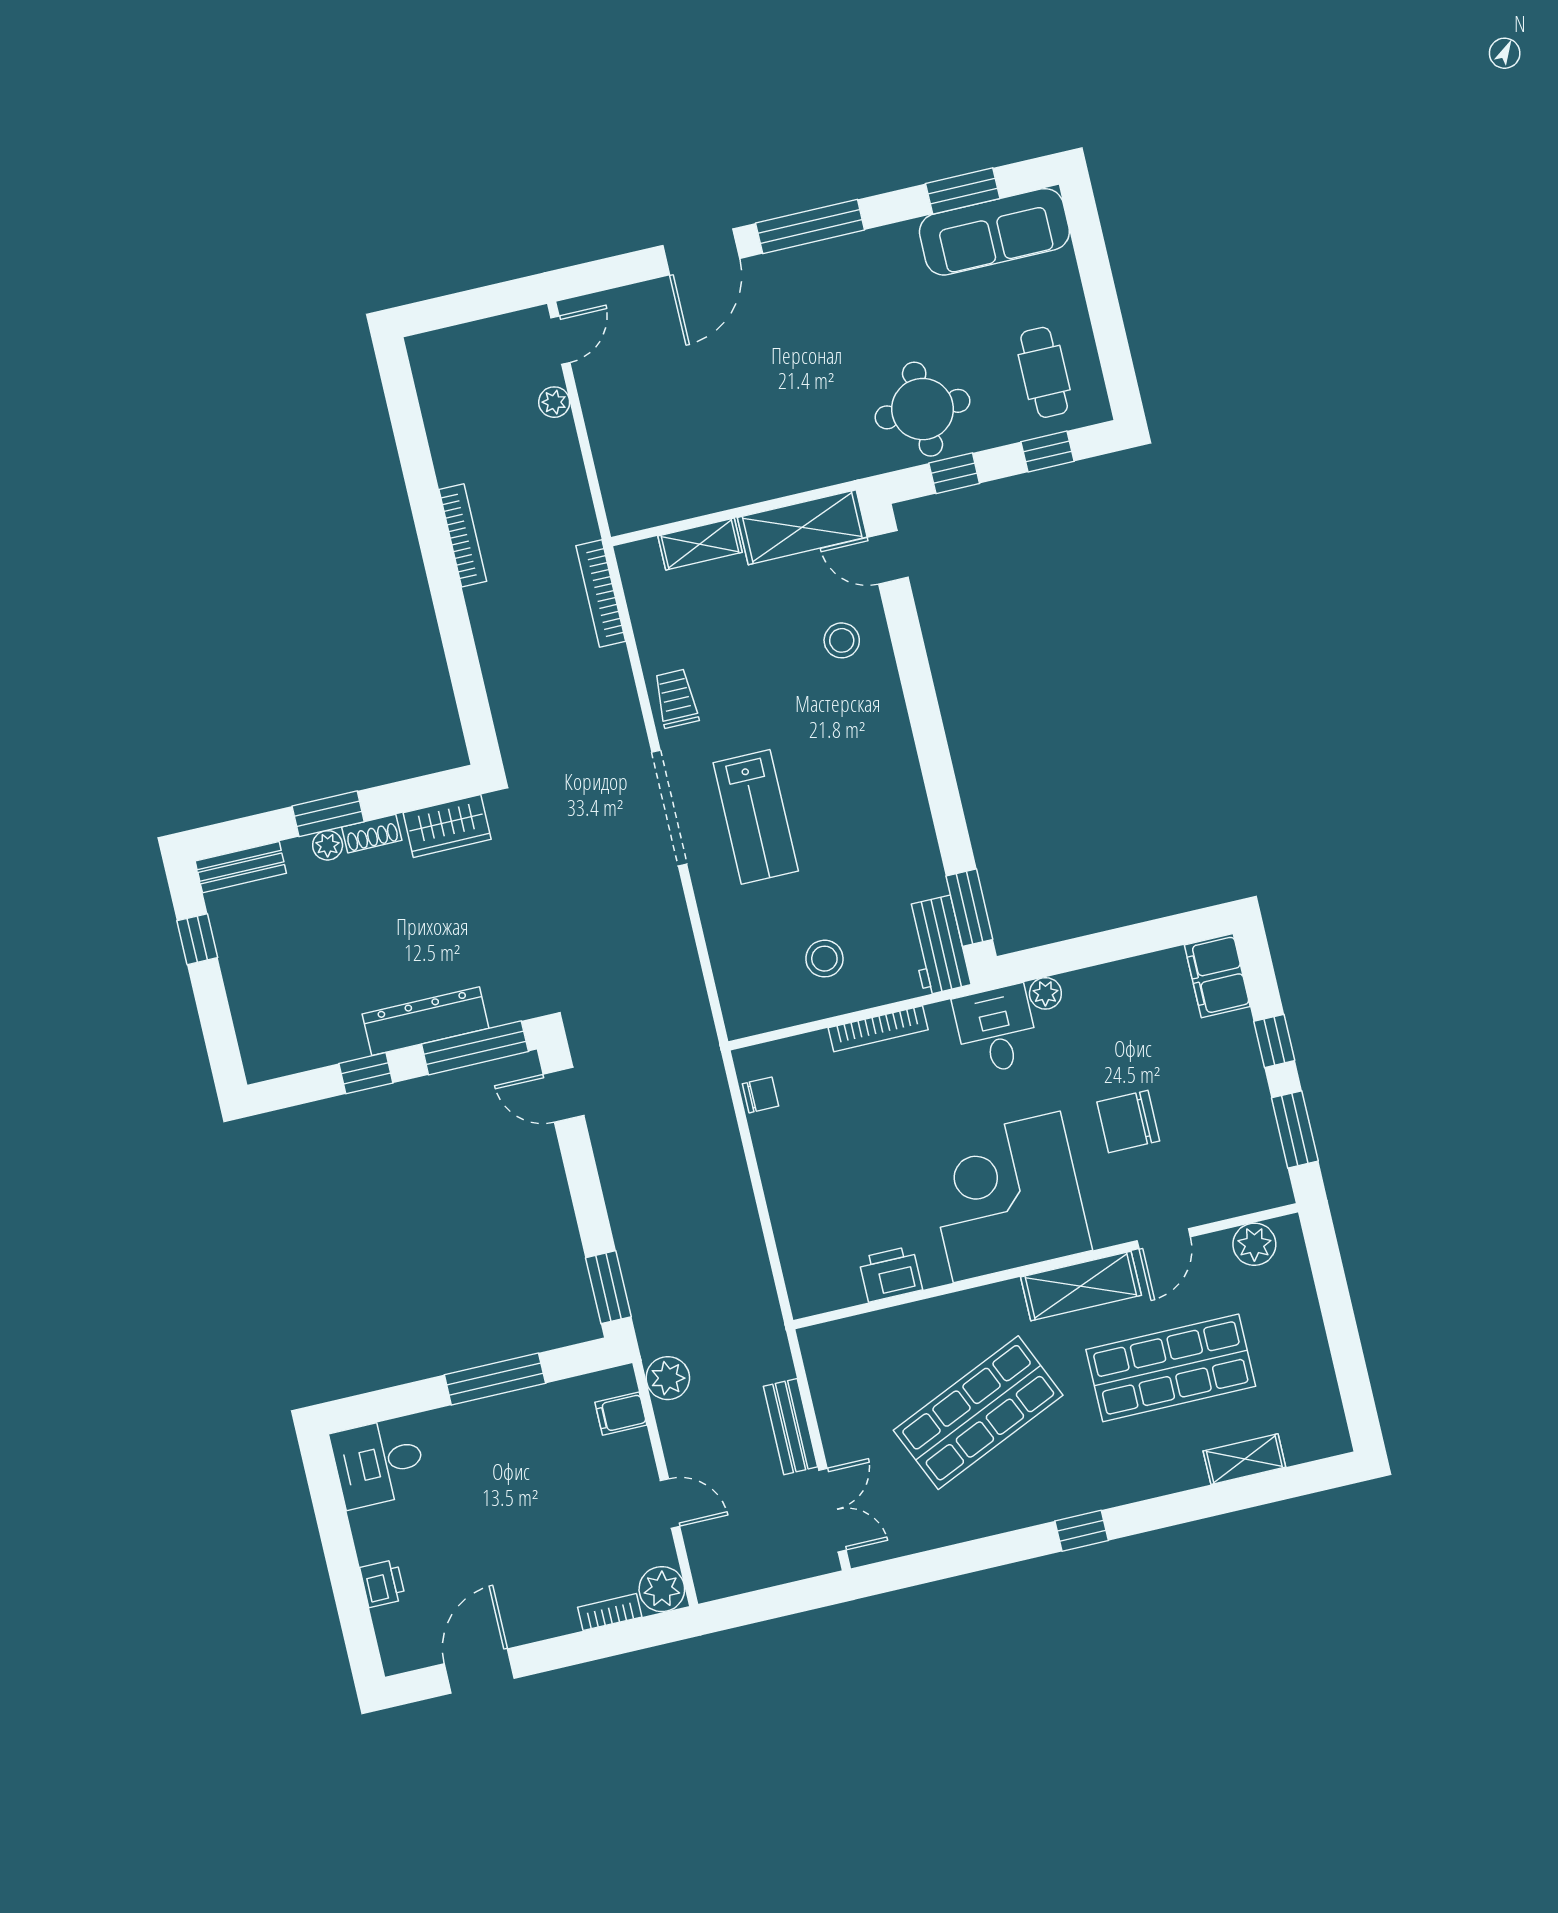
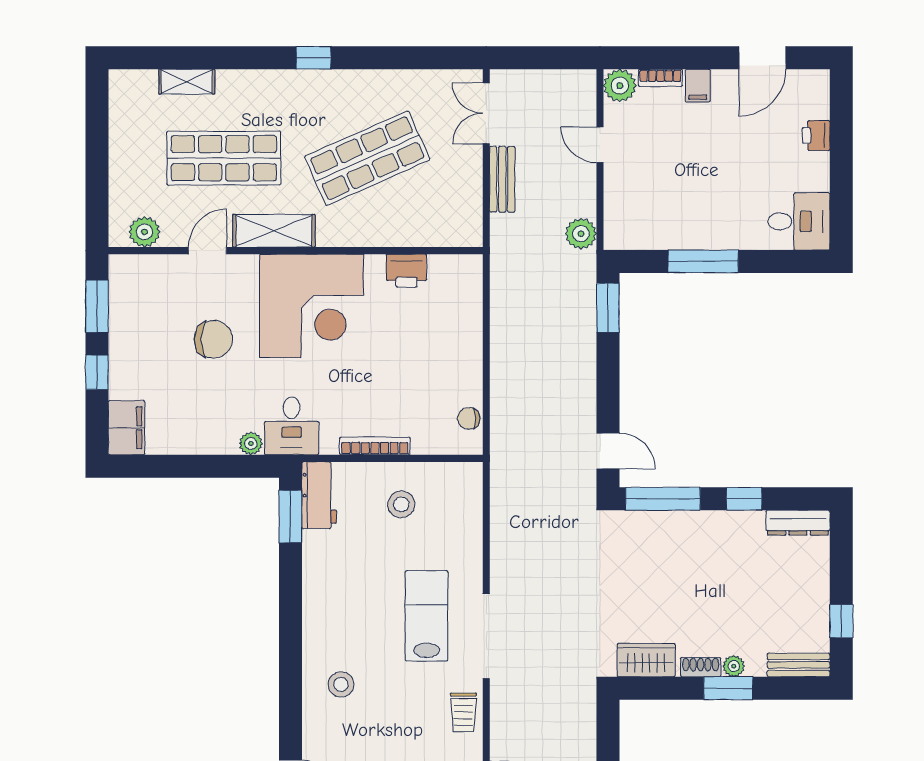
stool: (842, 640) -> (341, 684), moved
dresser: (426, 1021) -> (798, 523), moved, width x0.73, depth x0.80
filing cabinet: (621, 1414) -> (698, 86), moved, turned 90

